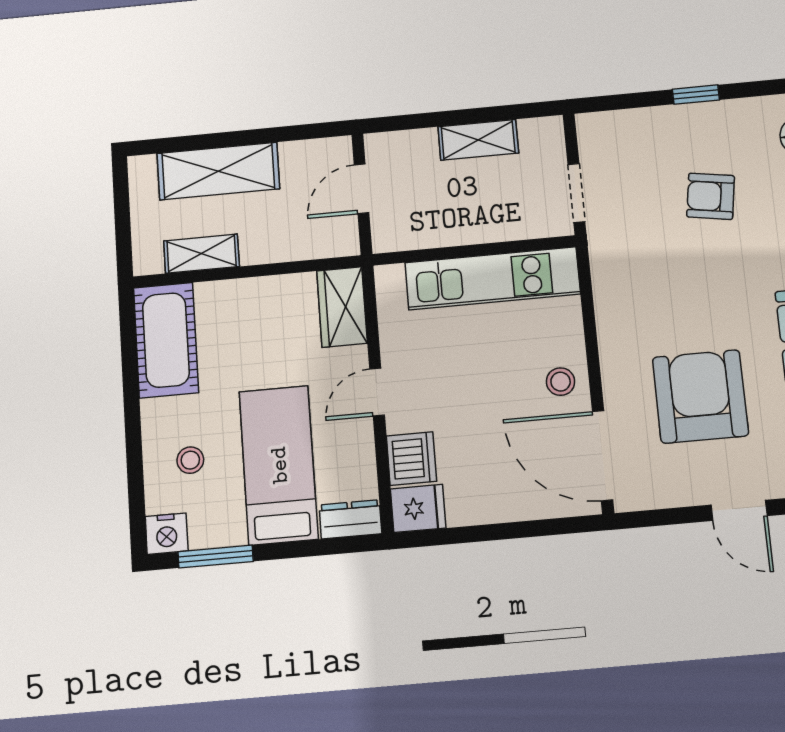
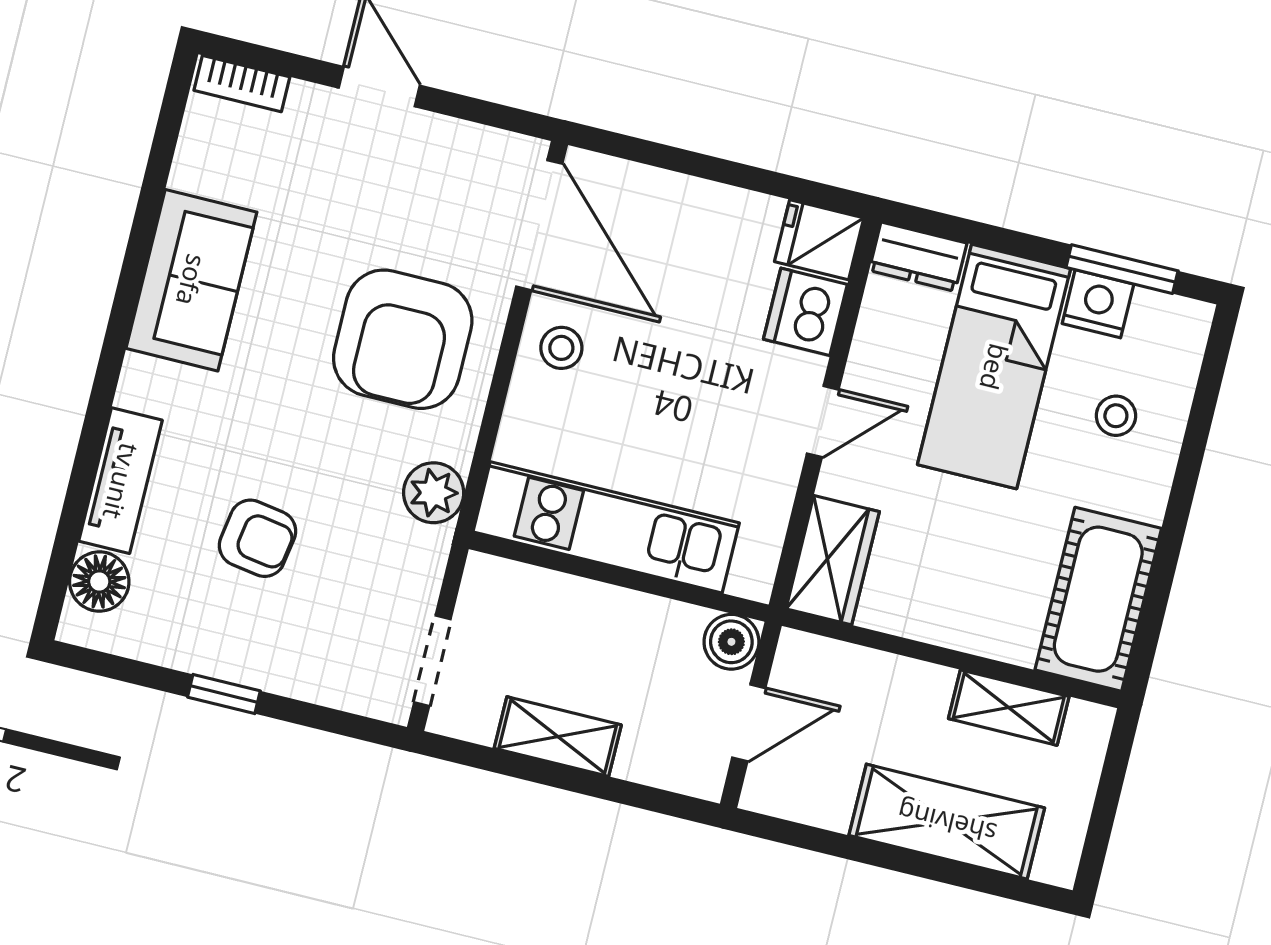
doorway: (576, 193) -> (432, 661), moved
boiler: (389, 235) -> (731, 642), added
plant: (610, 263) -> (434, 493), added
armchair: (700, 396) -> (403, 339), moved
nightstand: (167, 534) -> (1098, 304), moved

